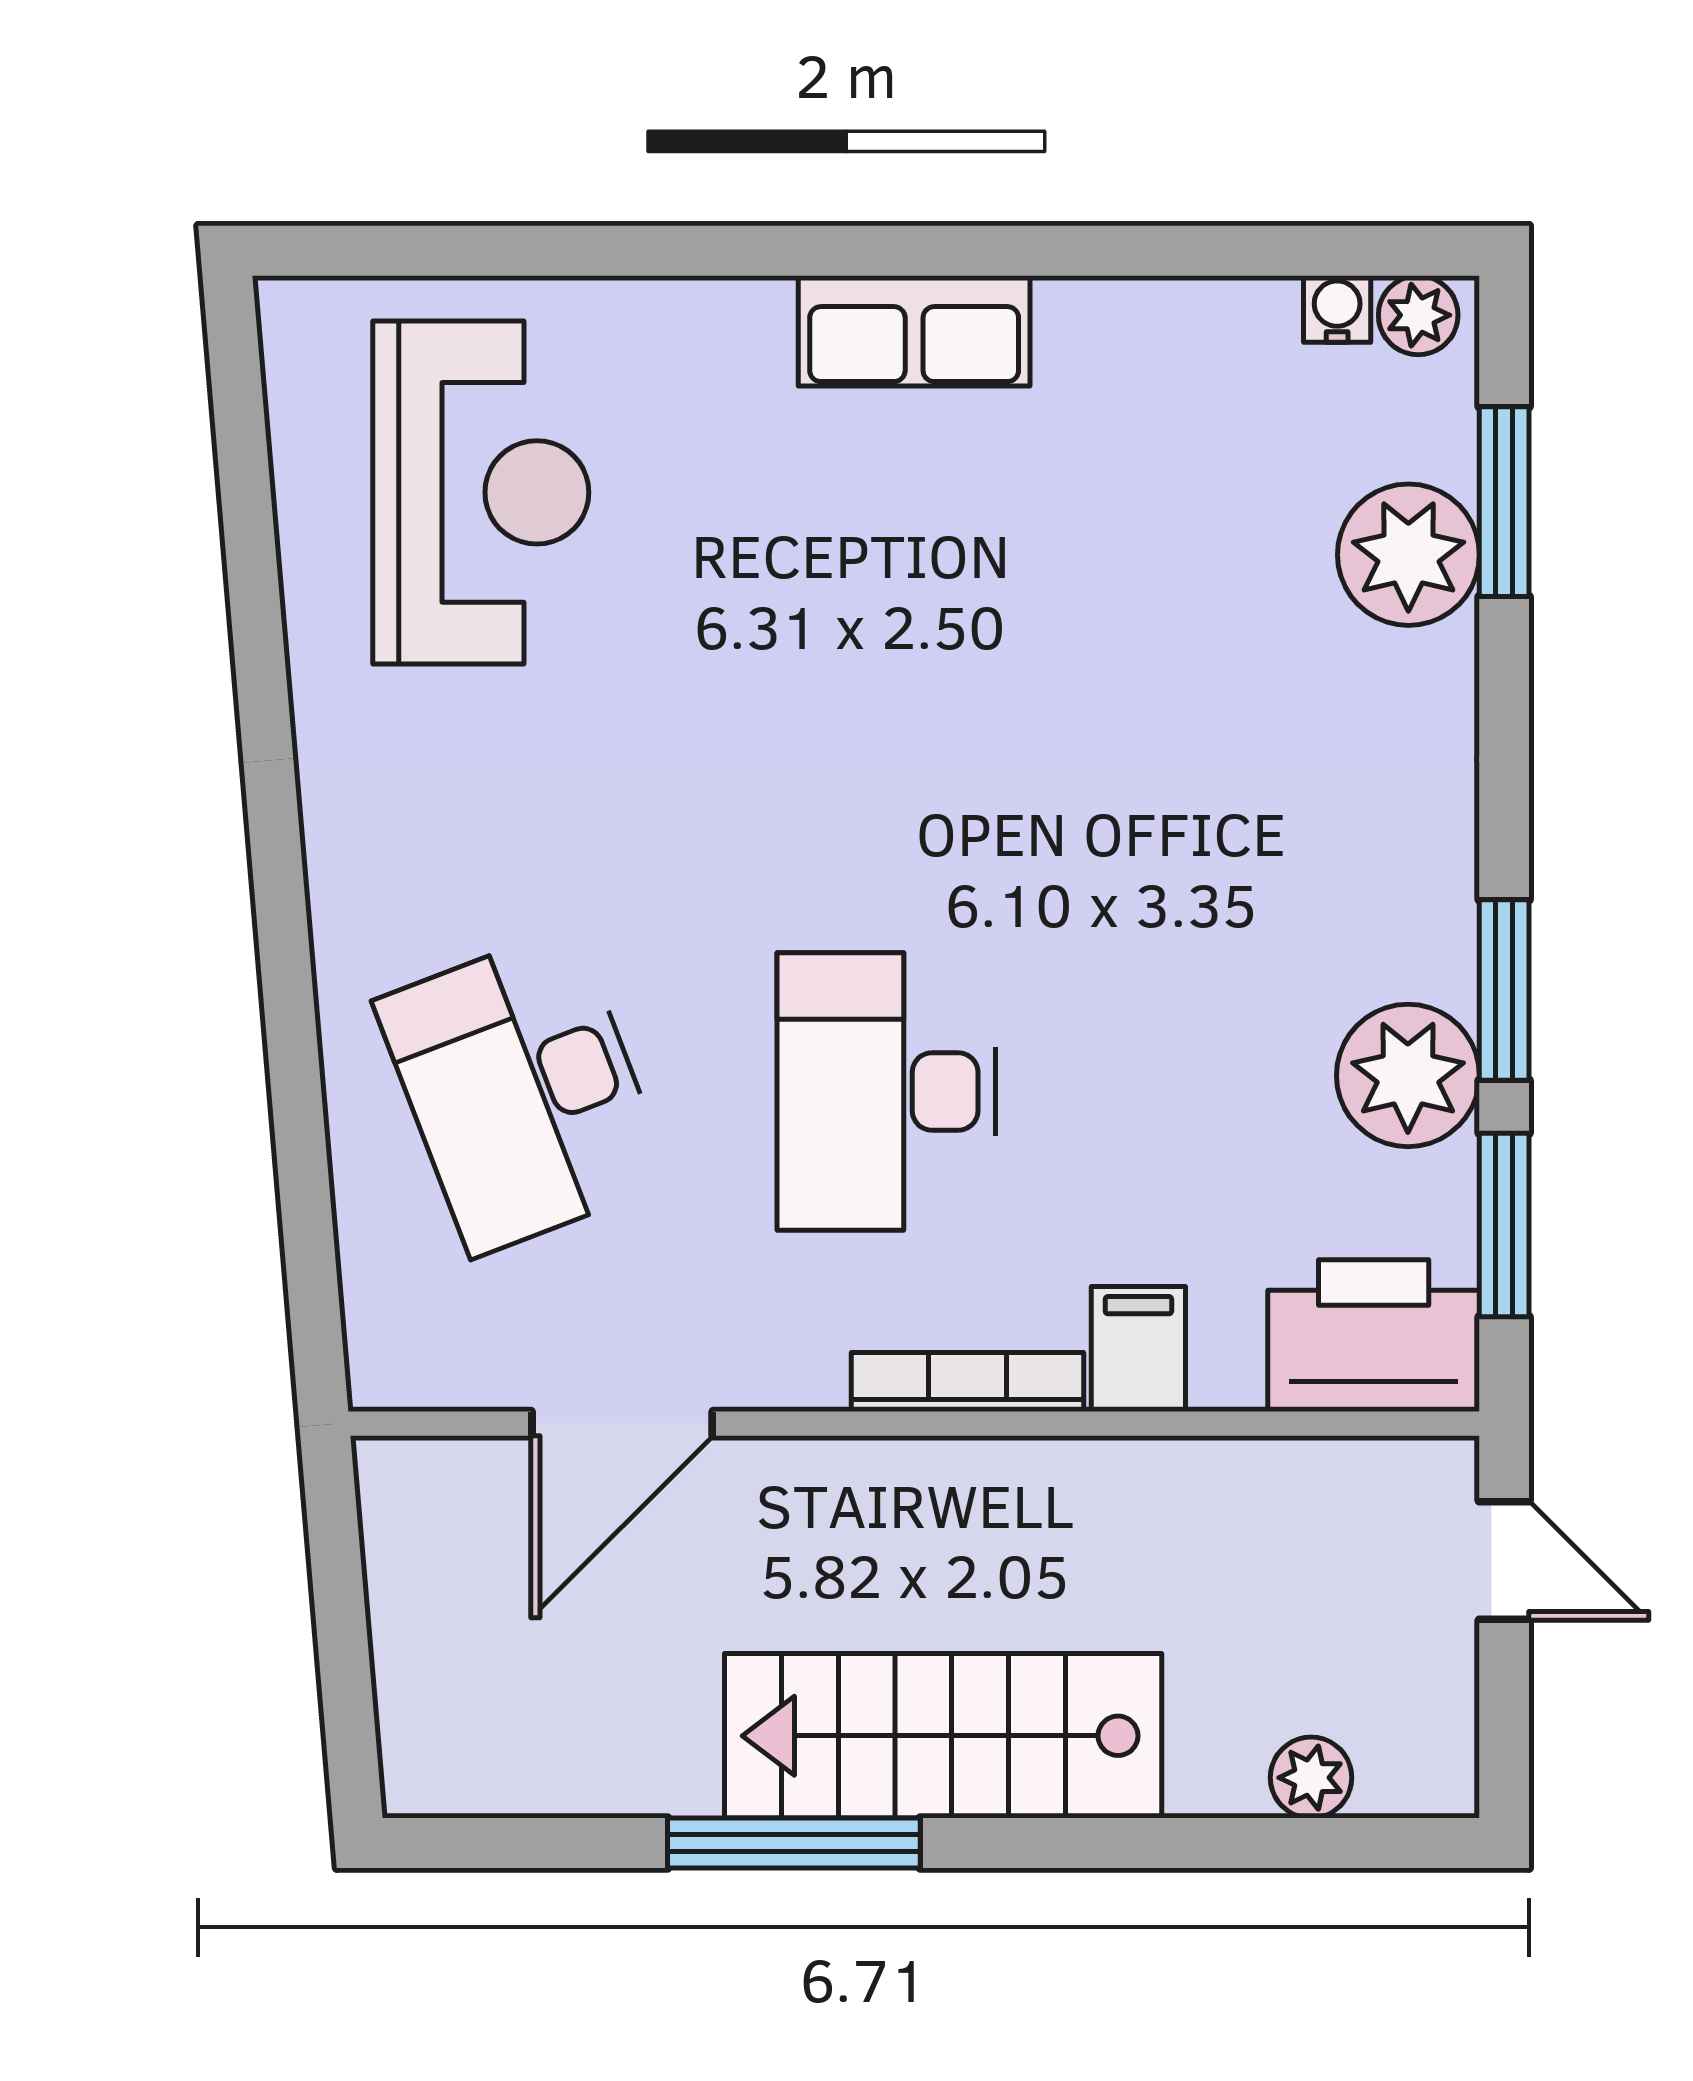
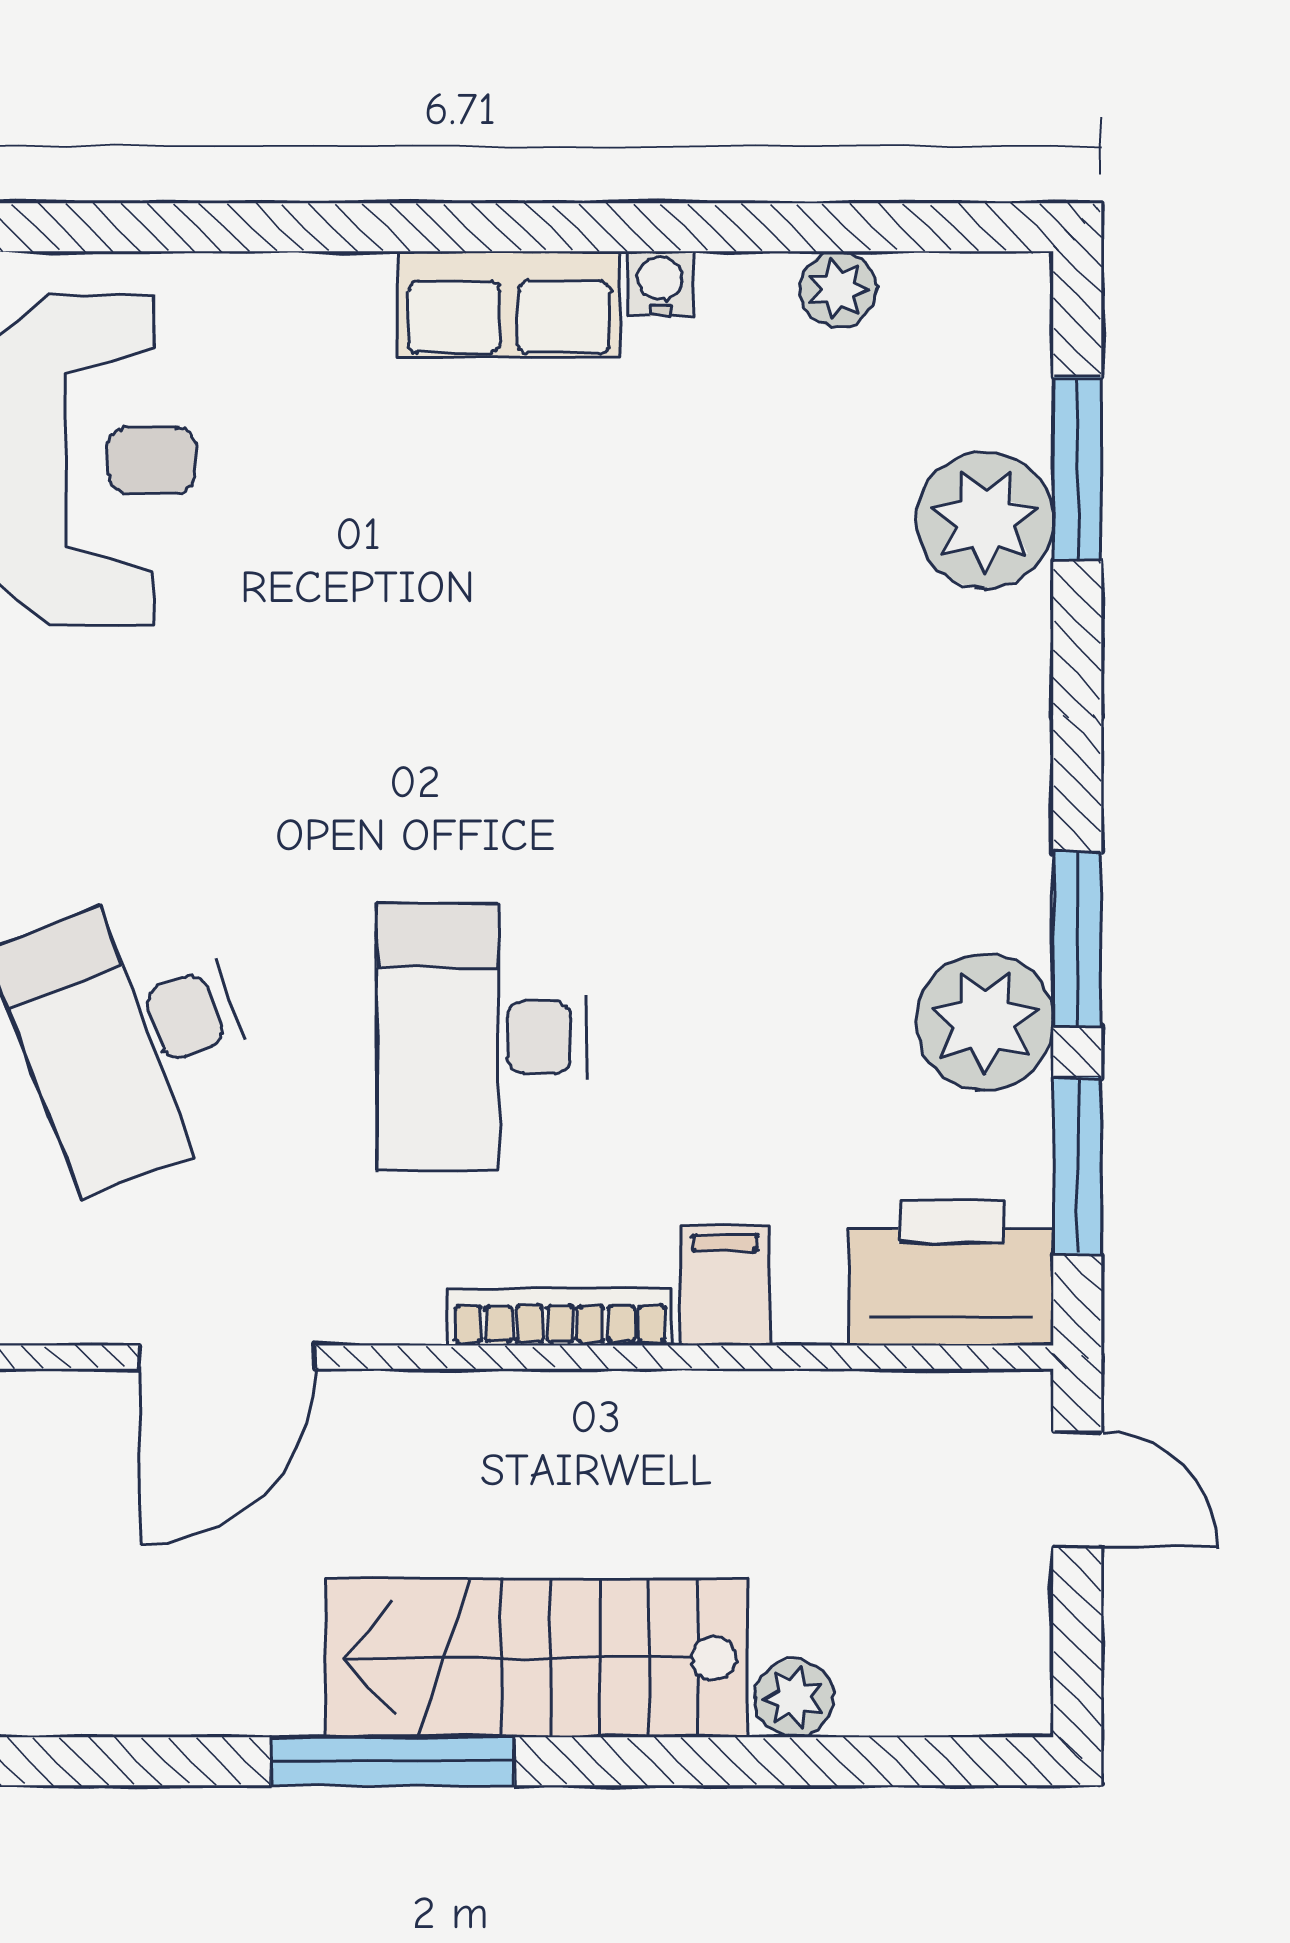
water cooler: (1337, 309) -> (660, 283), moved
plant: (1418, 315) -> (838, 289), moved
plant: (1311, 1778) -> (794, 1698), moved

